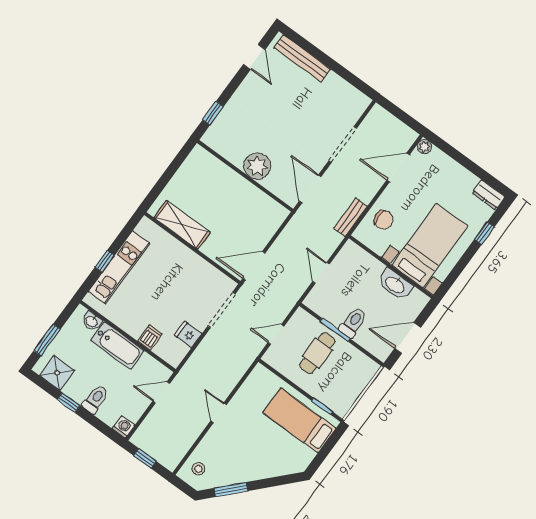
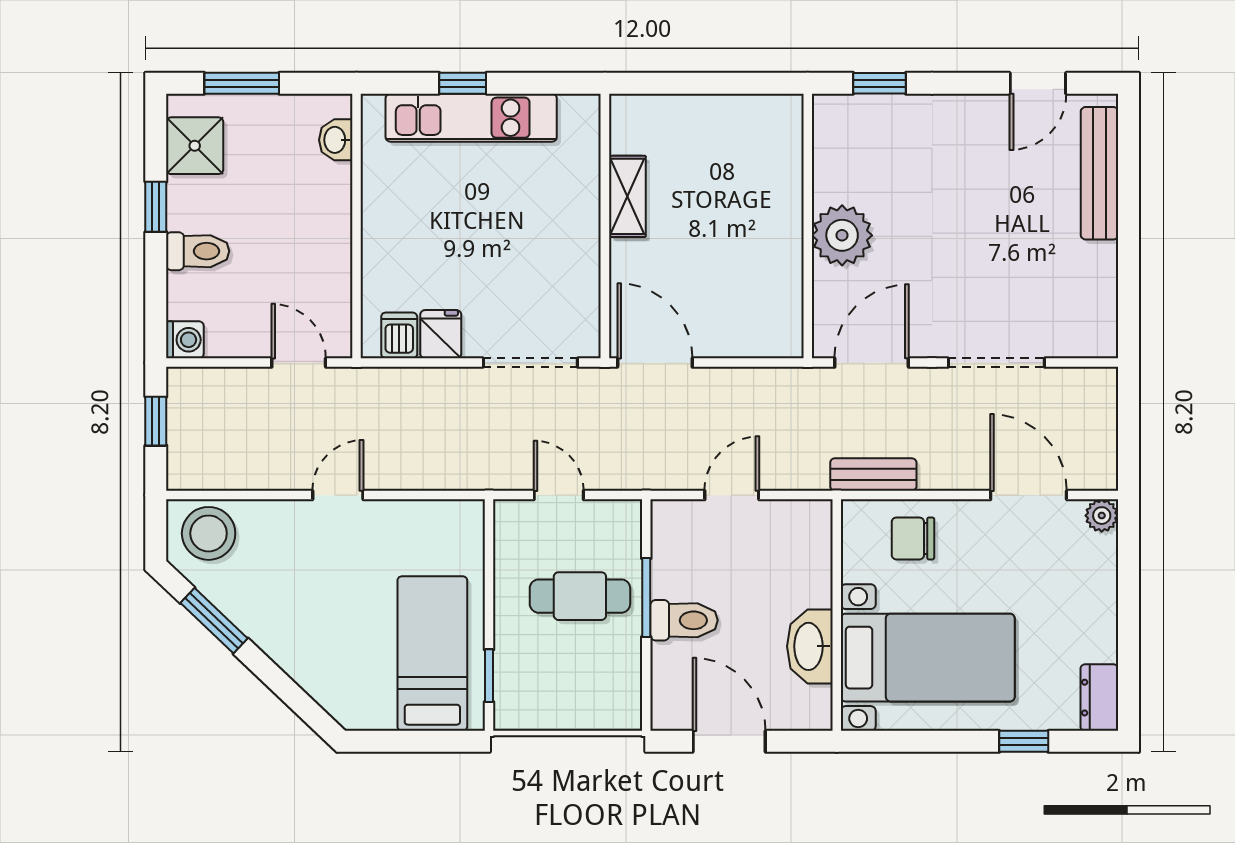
chair: (384, 220) -> (913, 538), turned 90
shelving: (182, 225) -> (627, 196), width x0.67, depth x0.75
dishwasher: (150, 338) -> (399, 335), moved, turned -90
bathtub: (118, 345) -> (326, 220), removed
stool: (198, 469) -> (209, 533), width x1.89, depth x1.89

